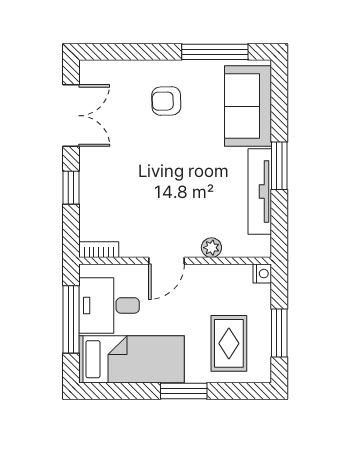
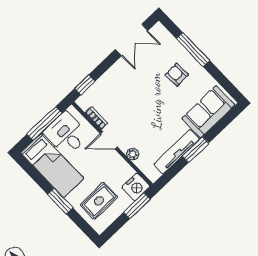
window: (215, 52) -> (193, 50), moved
window: (71, 188) -> (85, 85), moved
bookcase: (99, 250) -> (96, 118), moved
nightstand: (262, 274) -> (136, 187), width x1.89, depth x1.79
window: (279, 333) -> (137, 206), moved

